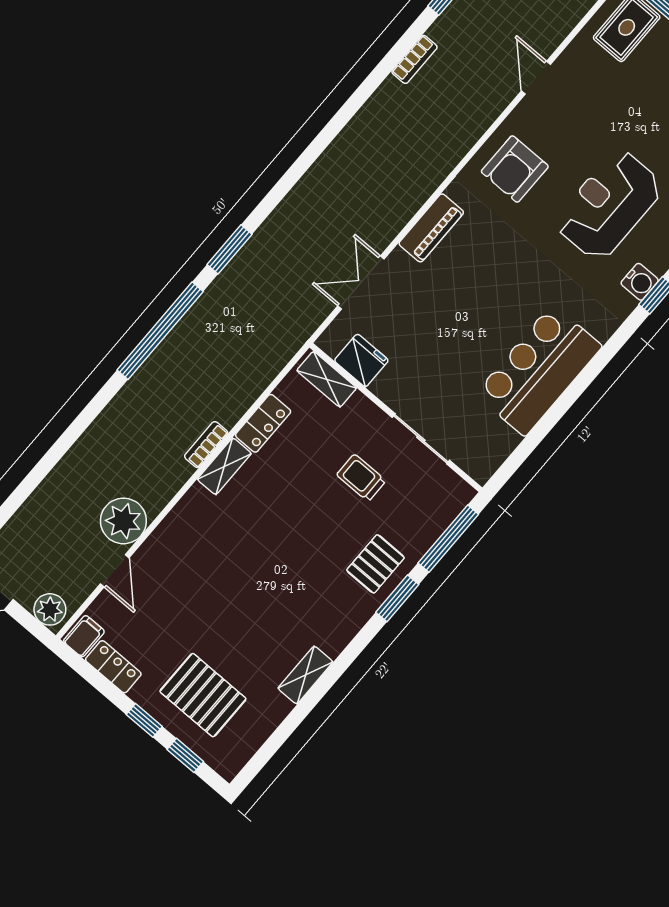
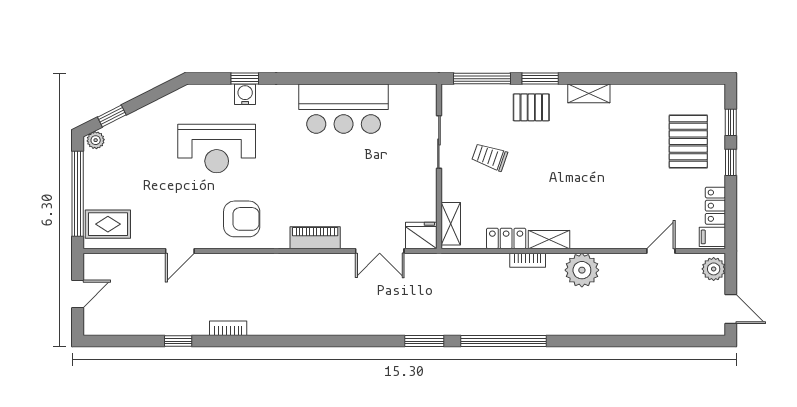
fridge: (361, 360) -> (421, 235), moved, turned 90
bookcase: (206, 445) -> (528, 260), moved
trolley: (361, 478) -> (490, 157), turned 109
plant: (123, 521) -> (582, 270), moved
shelving: (305, 675) -> (589, 93), moved

